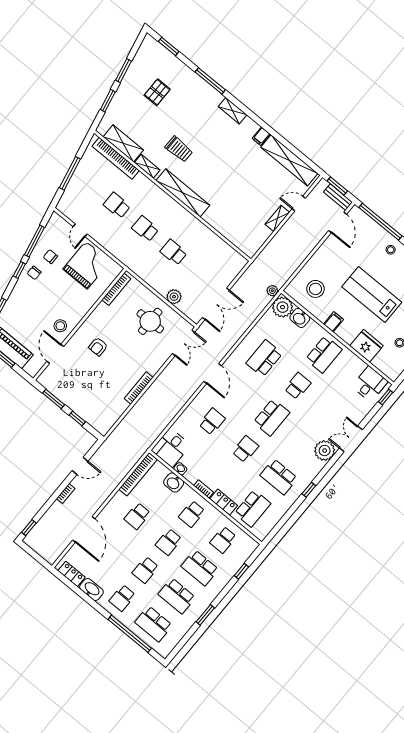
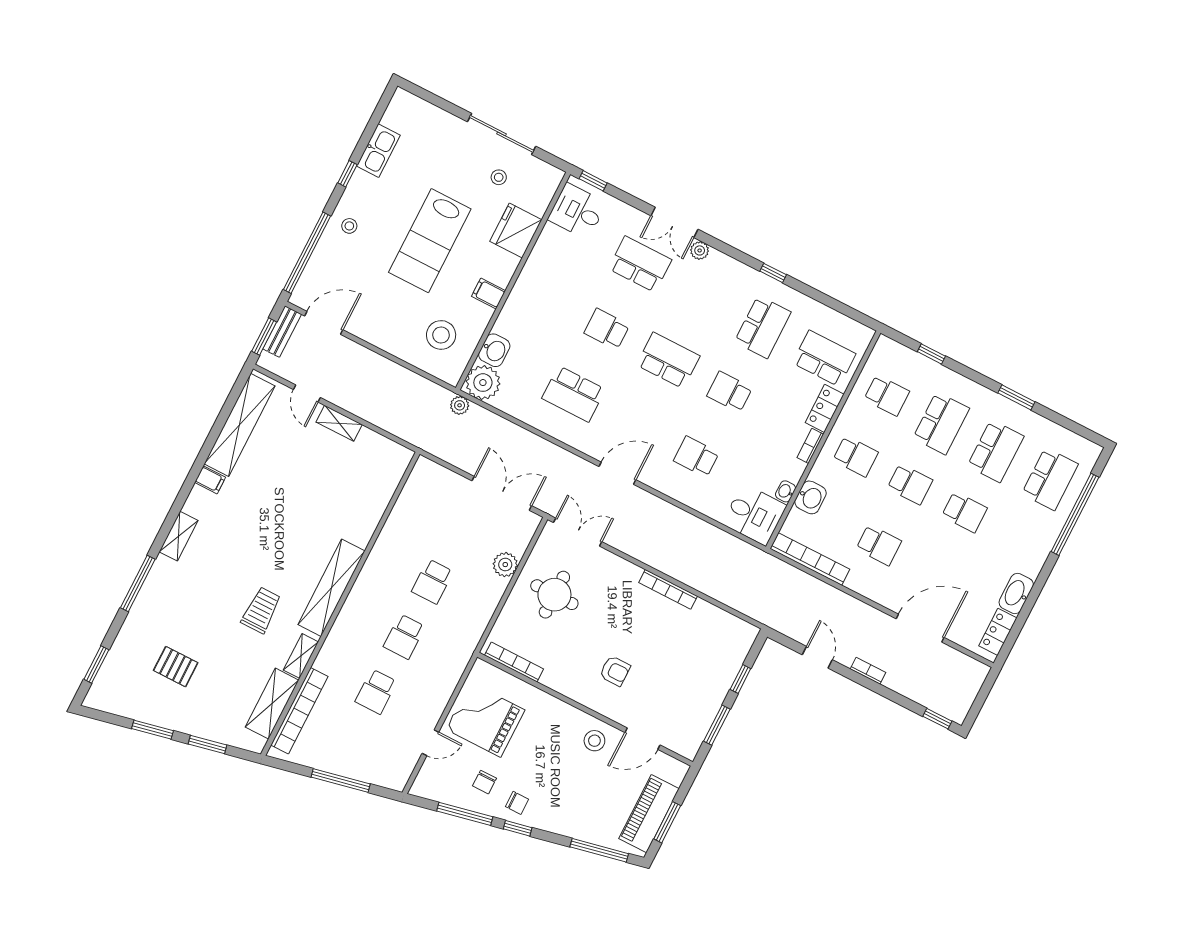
school desk: (324, 354) -> (640, 264), moved
plant: (325, 451) -> (700, 250), width x0.53, depth x0.53
school desk: (122, 598) -> (1019, 540), removed

